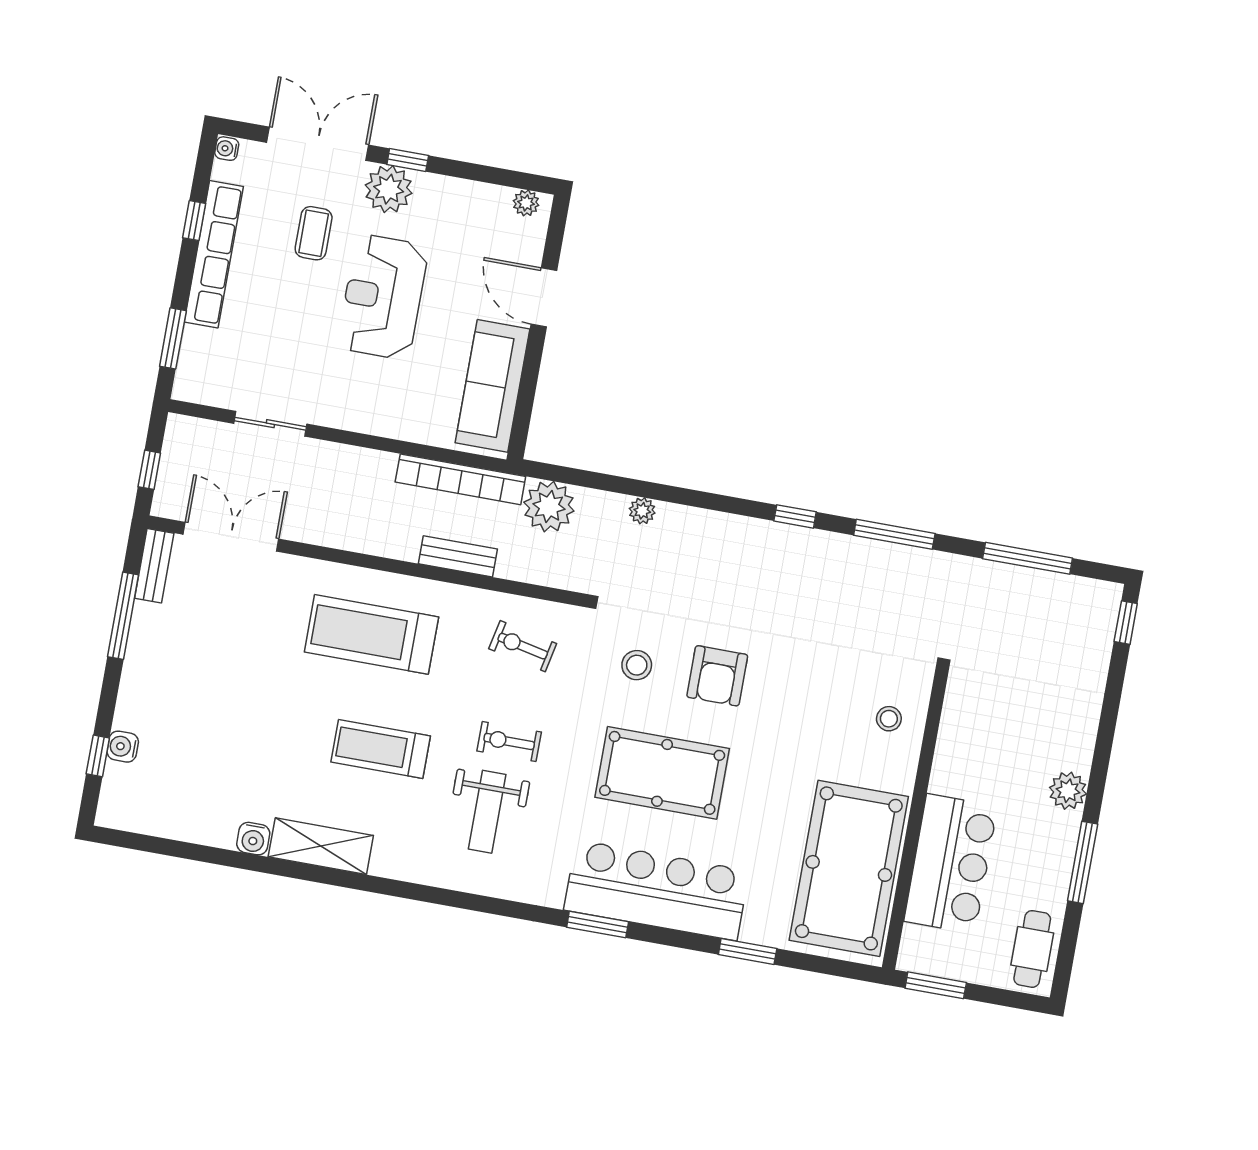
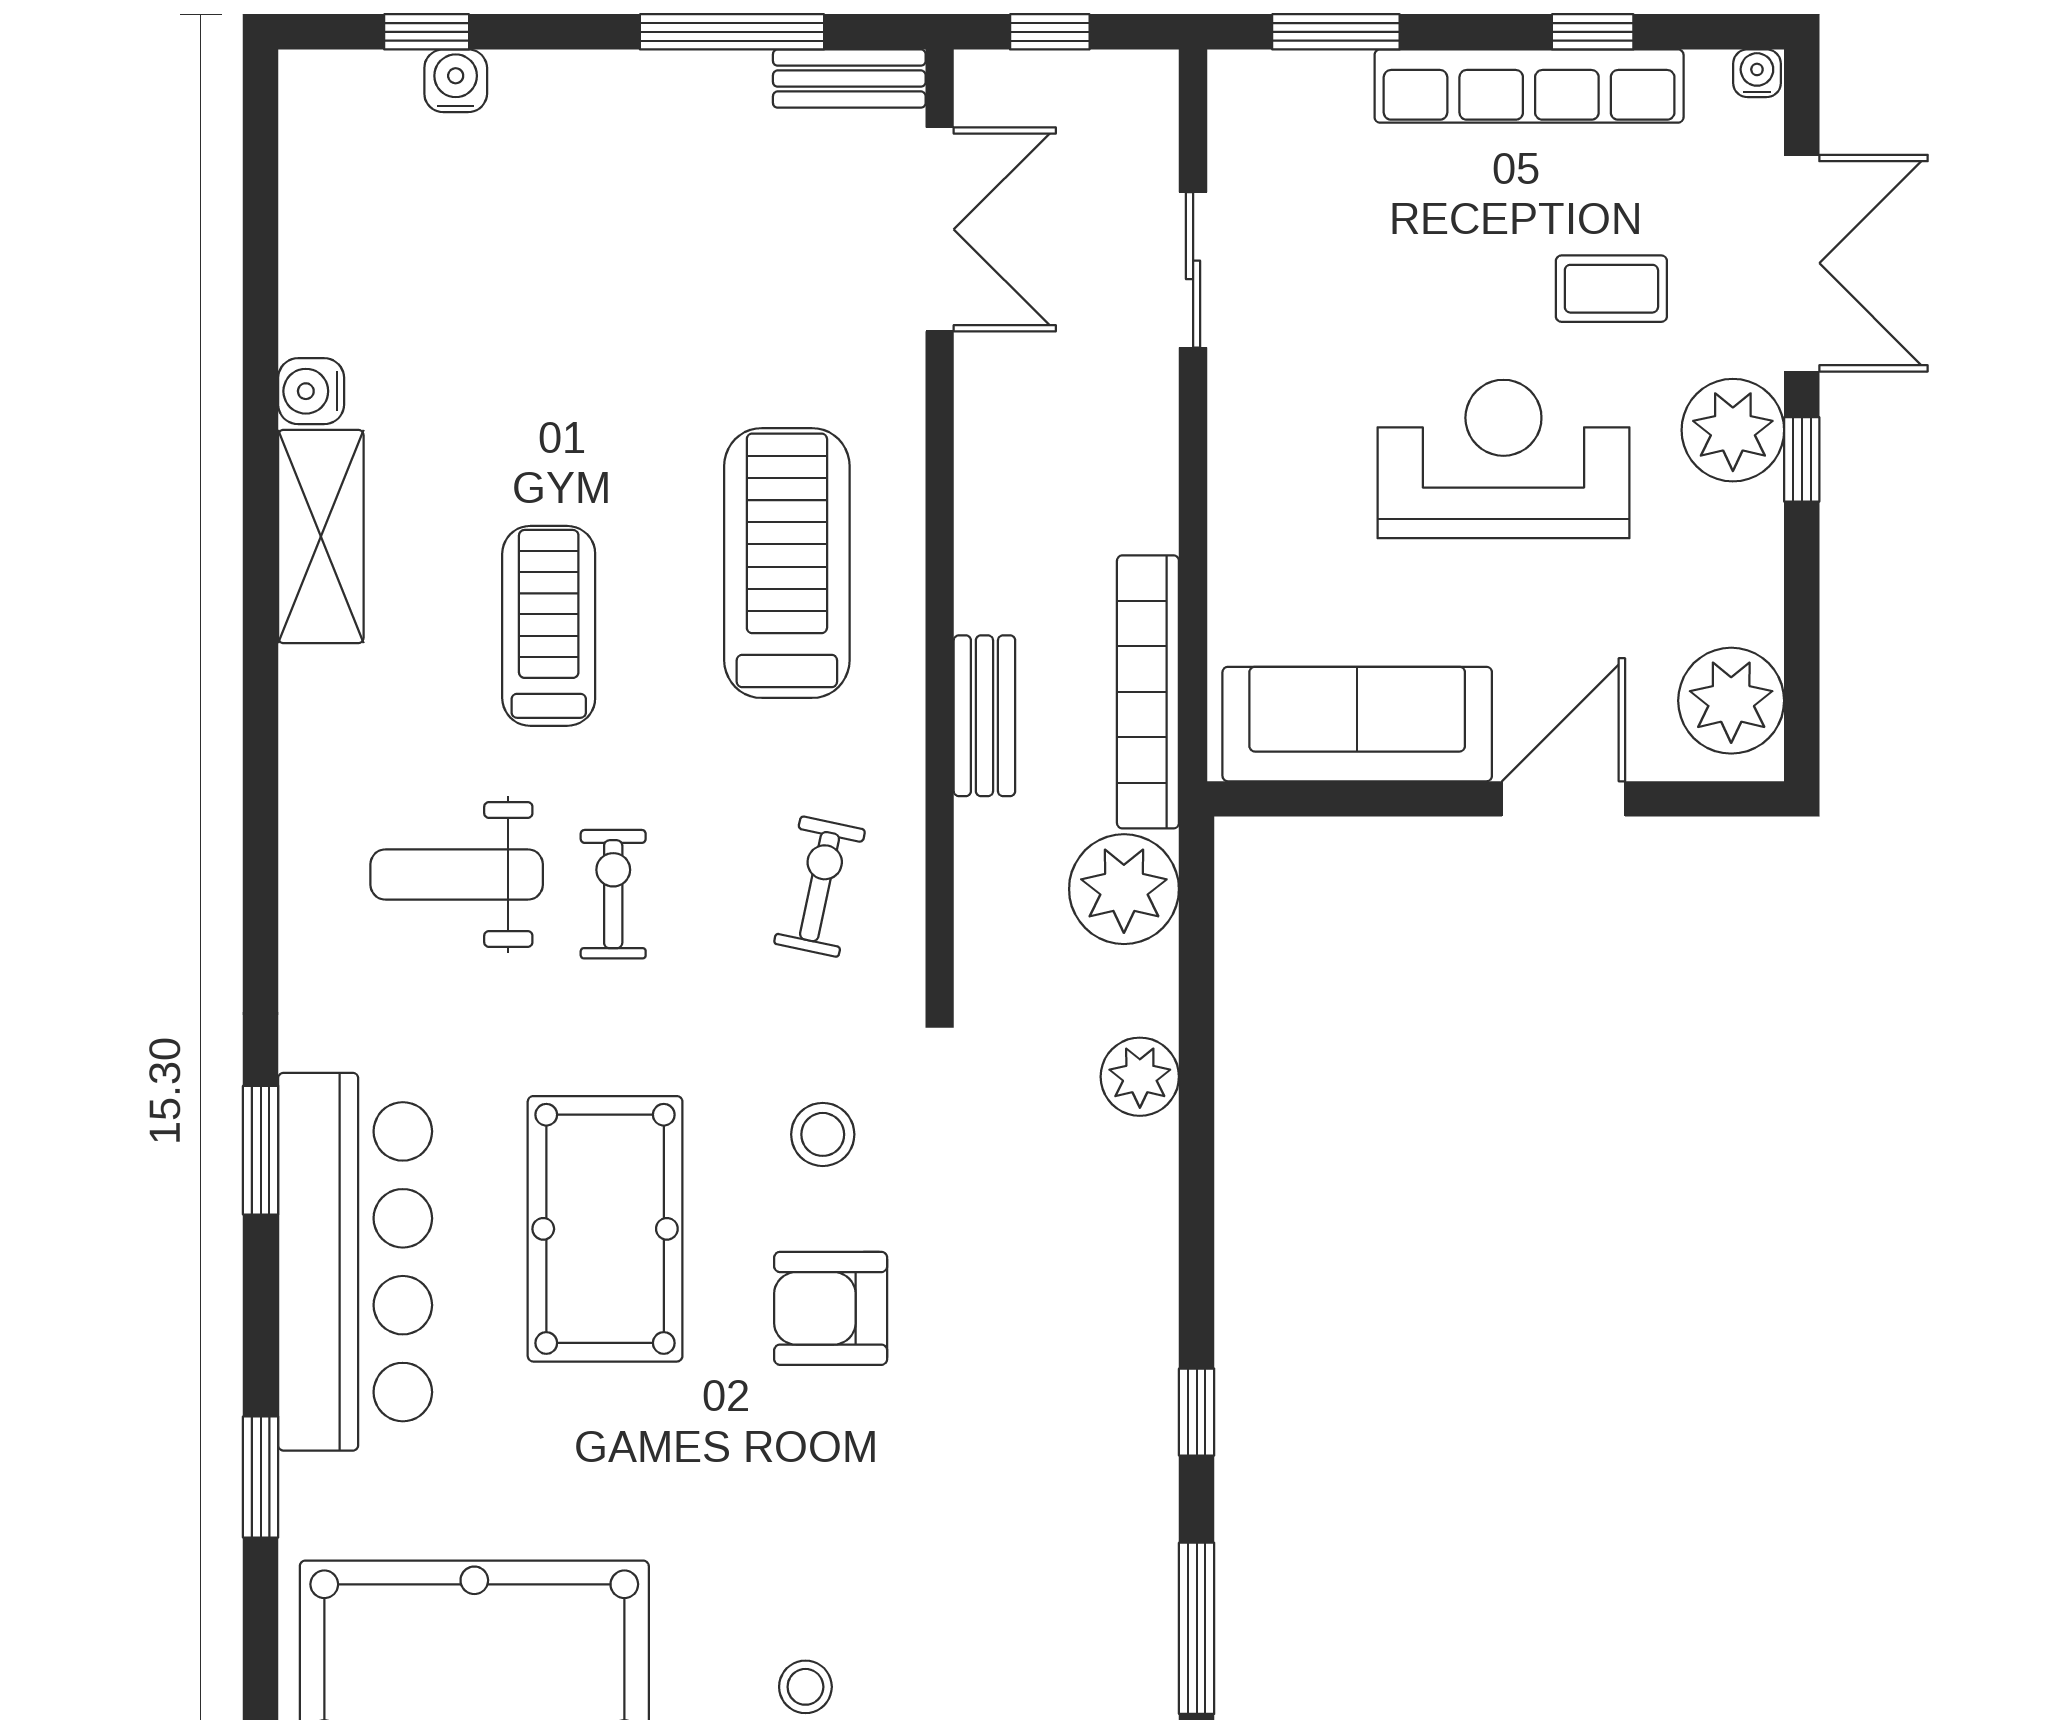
plant: (526, 203) -> (1731, 701), width x1.88, depth x1.88
plant: (642, 511) -> (1140, 1077), width x1.38, depth x1.38

